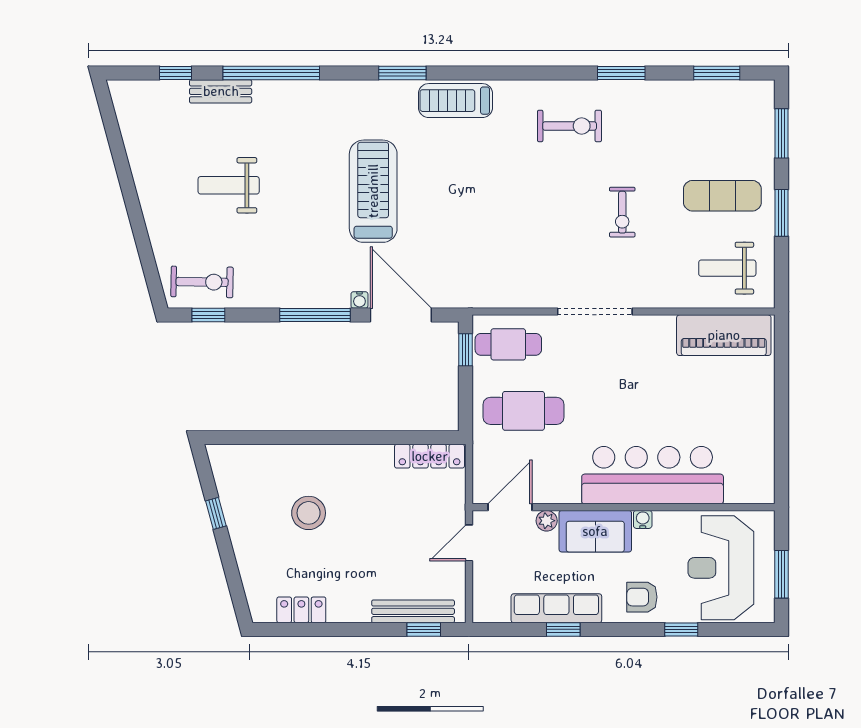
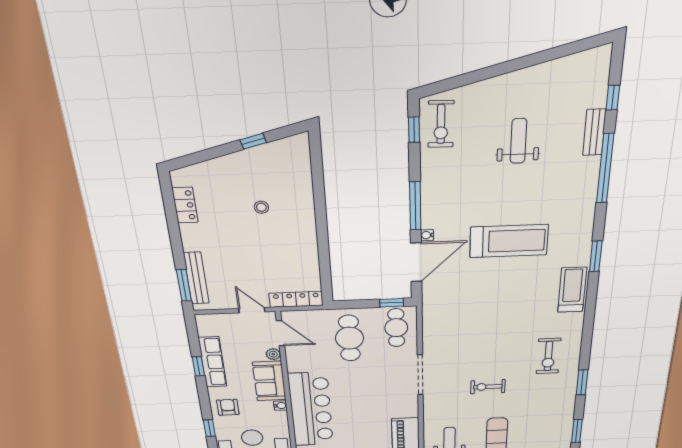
locker: (430, 456) -> (296, 299), moved, turned 90
stool: (309, 513) -> (261, 207), width x0.53, depth x0.53
window: (424, 629) -> (184, 285), width x1.50

